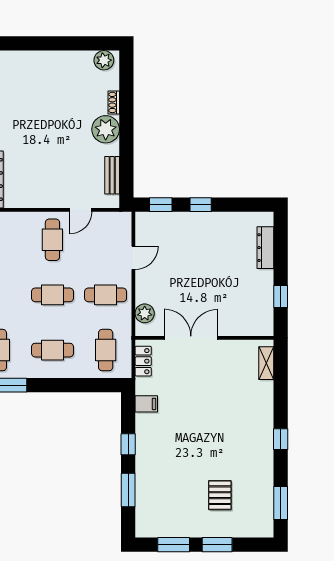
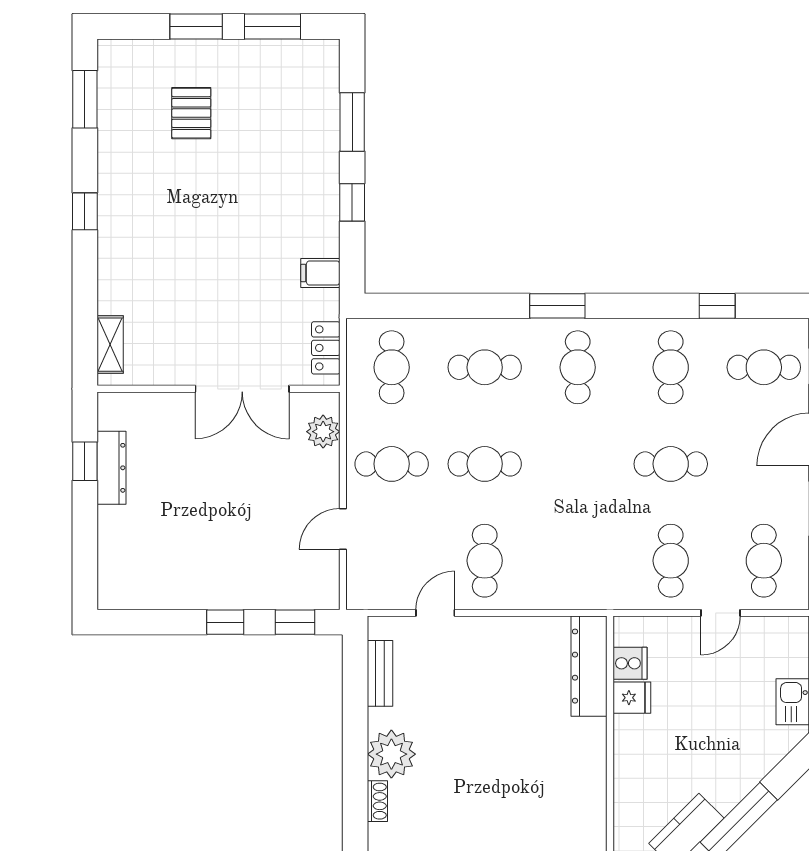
dresser: (265, 248) -> (112, 468), moved

